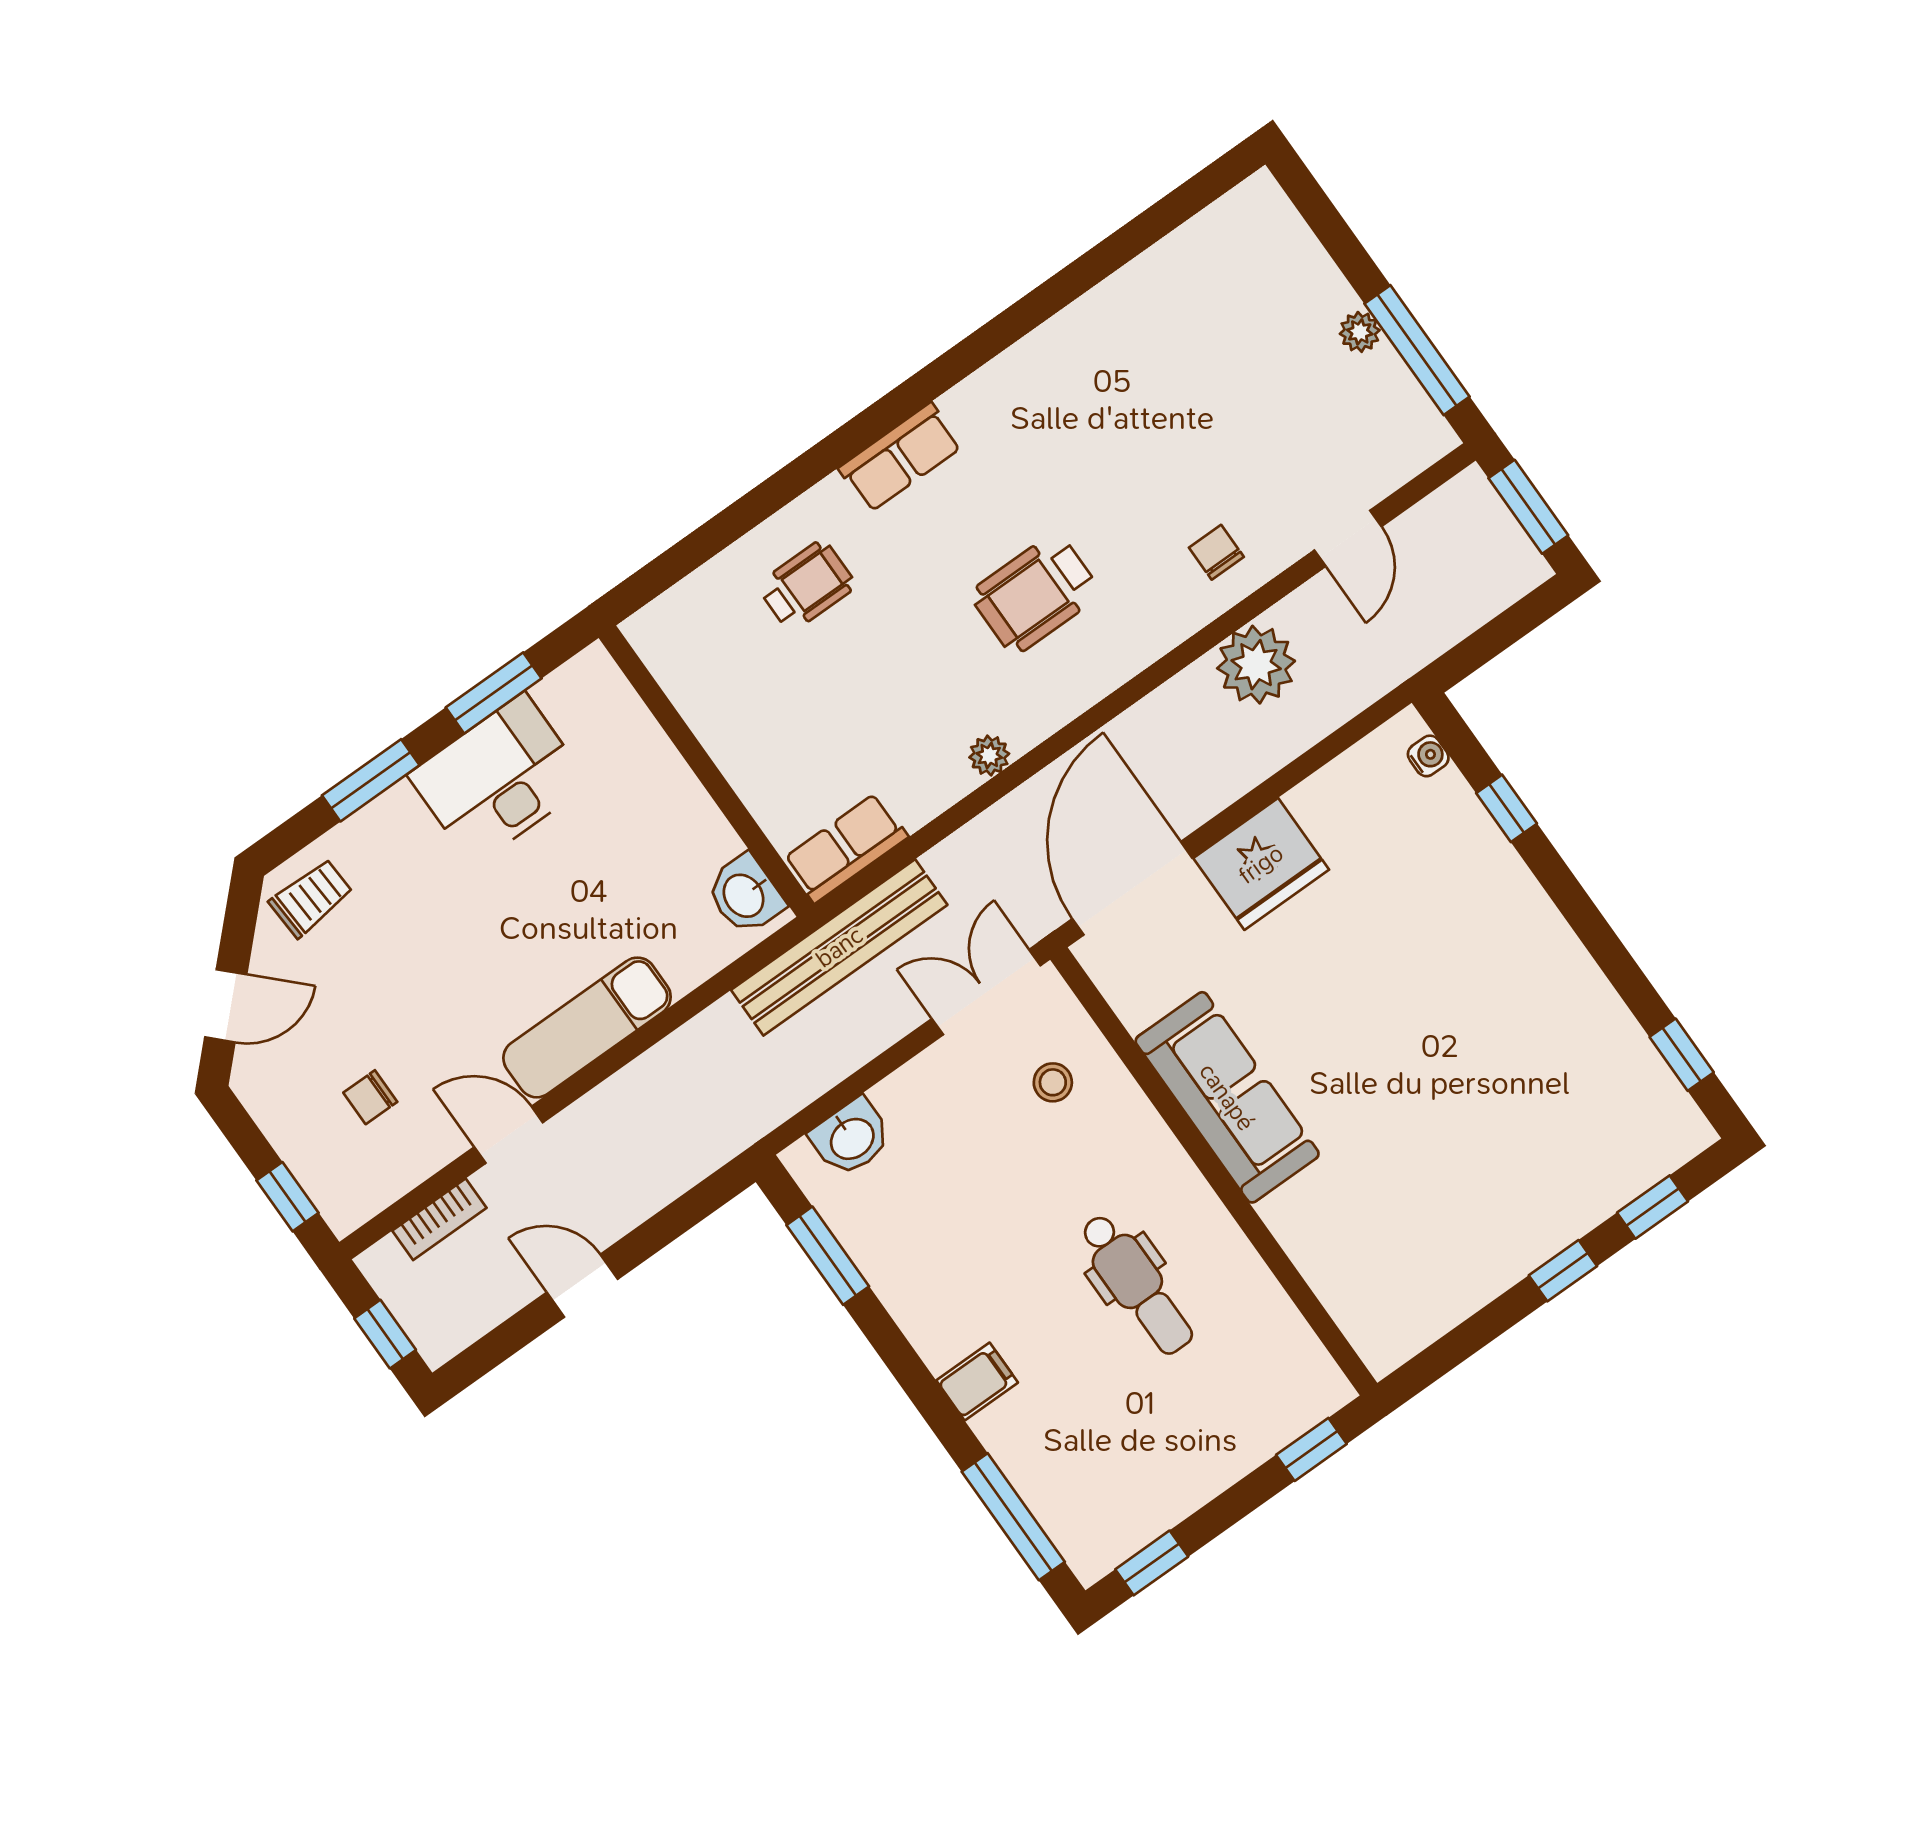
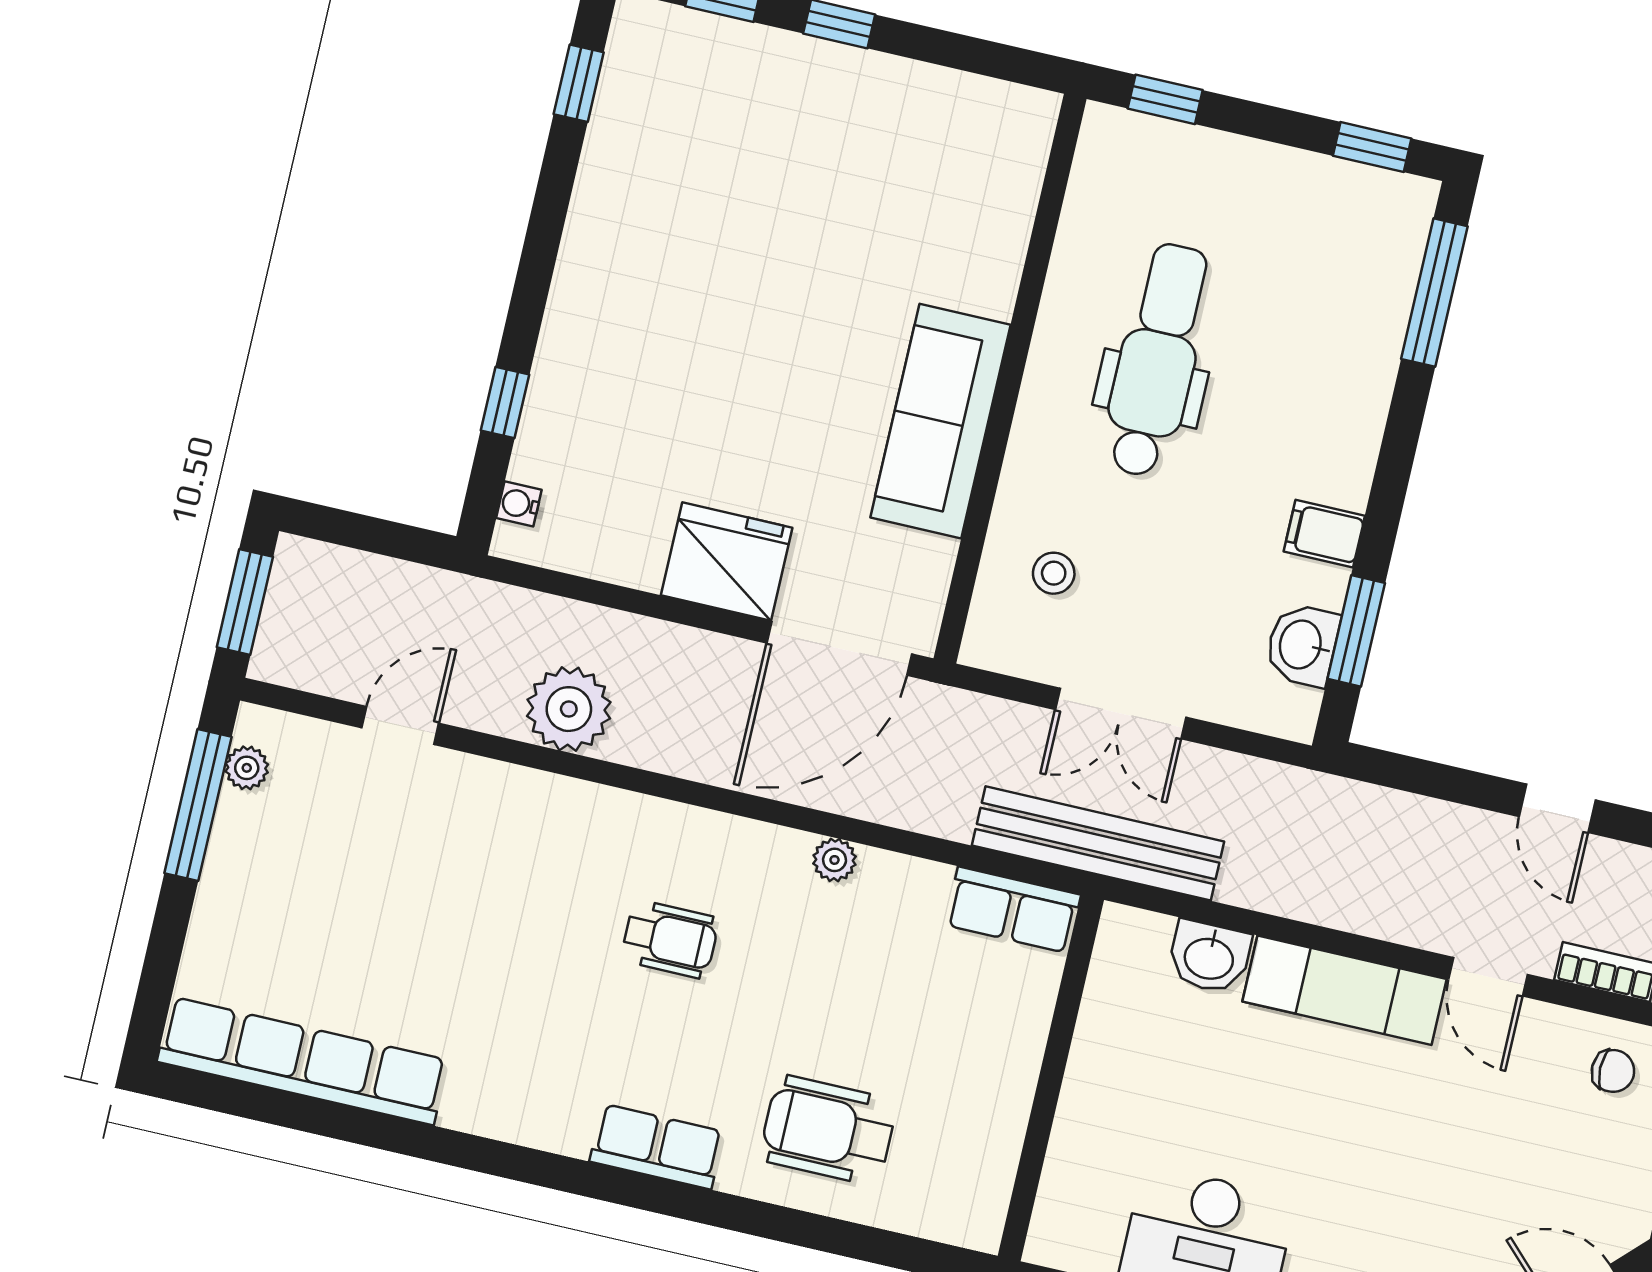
row of seats: (1176, 266) -> (303, 1061), added
plant: (1360, 332) -> (247, 768), moved
chair: (1216, 552) -> (506, 822), removed
wheelchair: (807, 586) -> (828, 1130), width x1.36, depth x1.37
wheelchair: (1035, 594) -> (670, 939), width x0.73, depth x0.73
washbasin: (745, 895) -> (1209, 957), moved, turned 90
double door: (986, 992) -> (1121, 713), moved
chair: (370, 1097) -> (1613, 1071), moved
washbasin: (851, 1138) -> (1302, 645), moved, turned -90
dental chair: (1136, 1284) -> (1157, 360), width x1.36, depth x1.38
filing cabinet: (977, 1381) -> (1324, 534), moved

